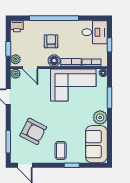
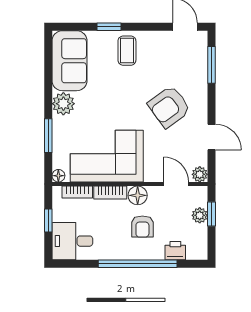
printer: (17, 26) -> (175, 251), moved
plant: (16, 59) -> (200, 215), moved
armchair: (33, 131) -> (169, 107), moved, turned -63

